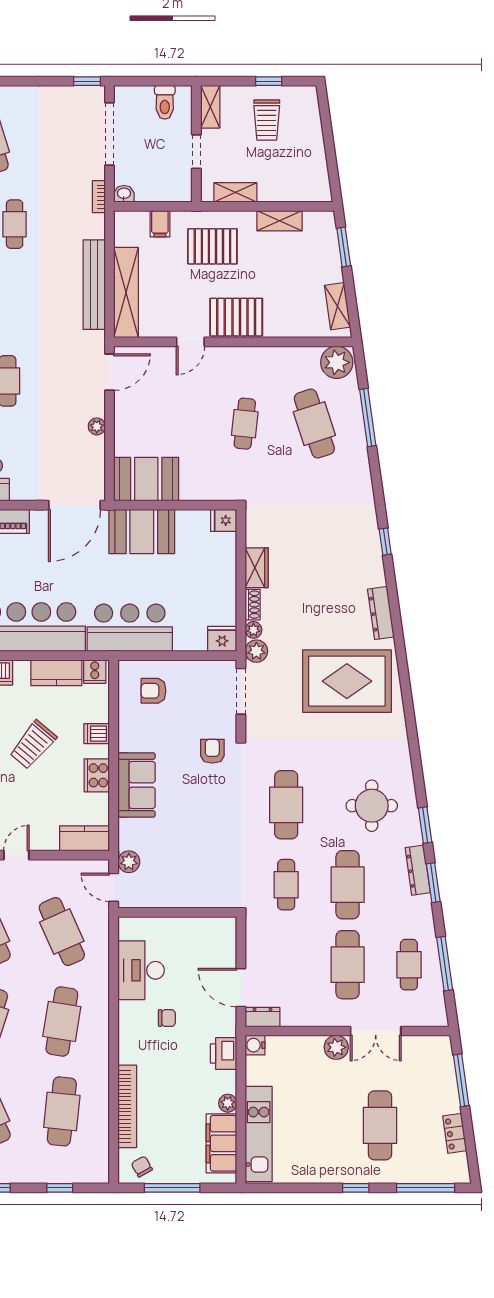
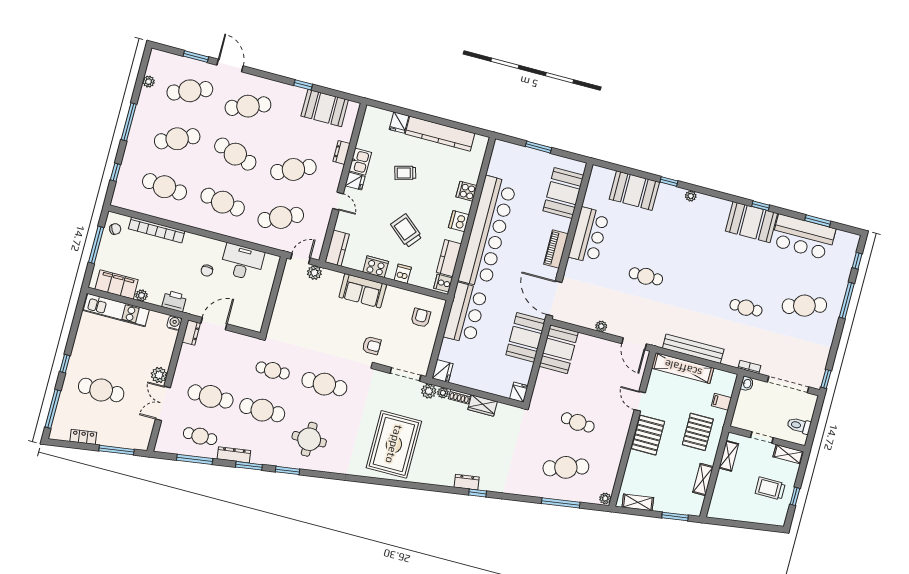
plant: (337, 362) -> (605, 498), width x0.53, depth x0.53
dresser: (381, 613) -> (467, 482), moved, width x0.70
dresser: (418, 870) -> (234, 455), moved

